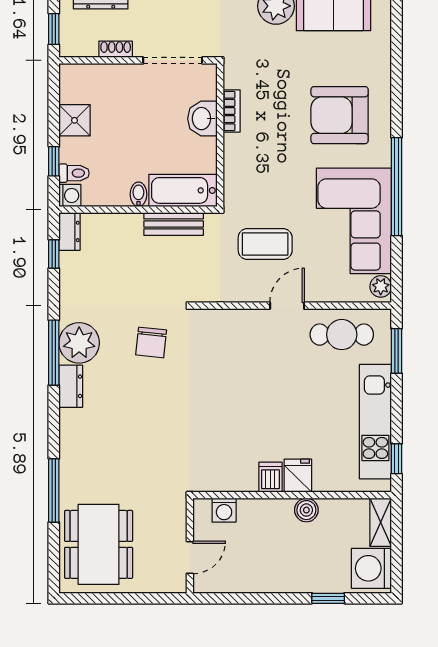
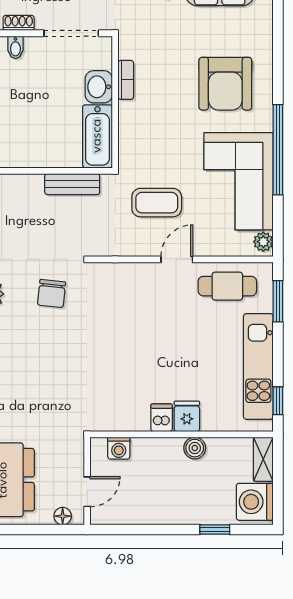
armchair: (340, 115) -> (225, 84), turned -90
bathtub: (183, 190) -> (97, 136), moved, turned -90
bidet: (138, 194) -> (15, 47), moved, turned 180
floor lamp: (163, 584) -> (63, 516), added

